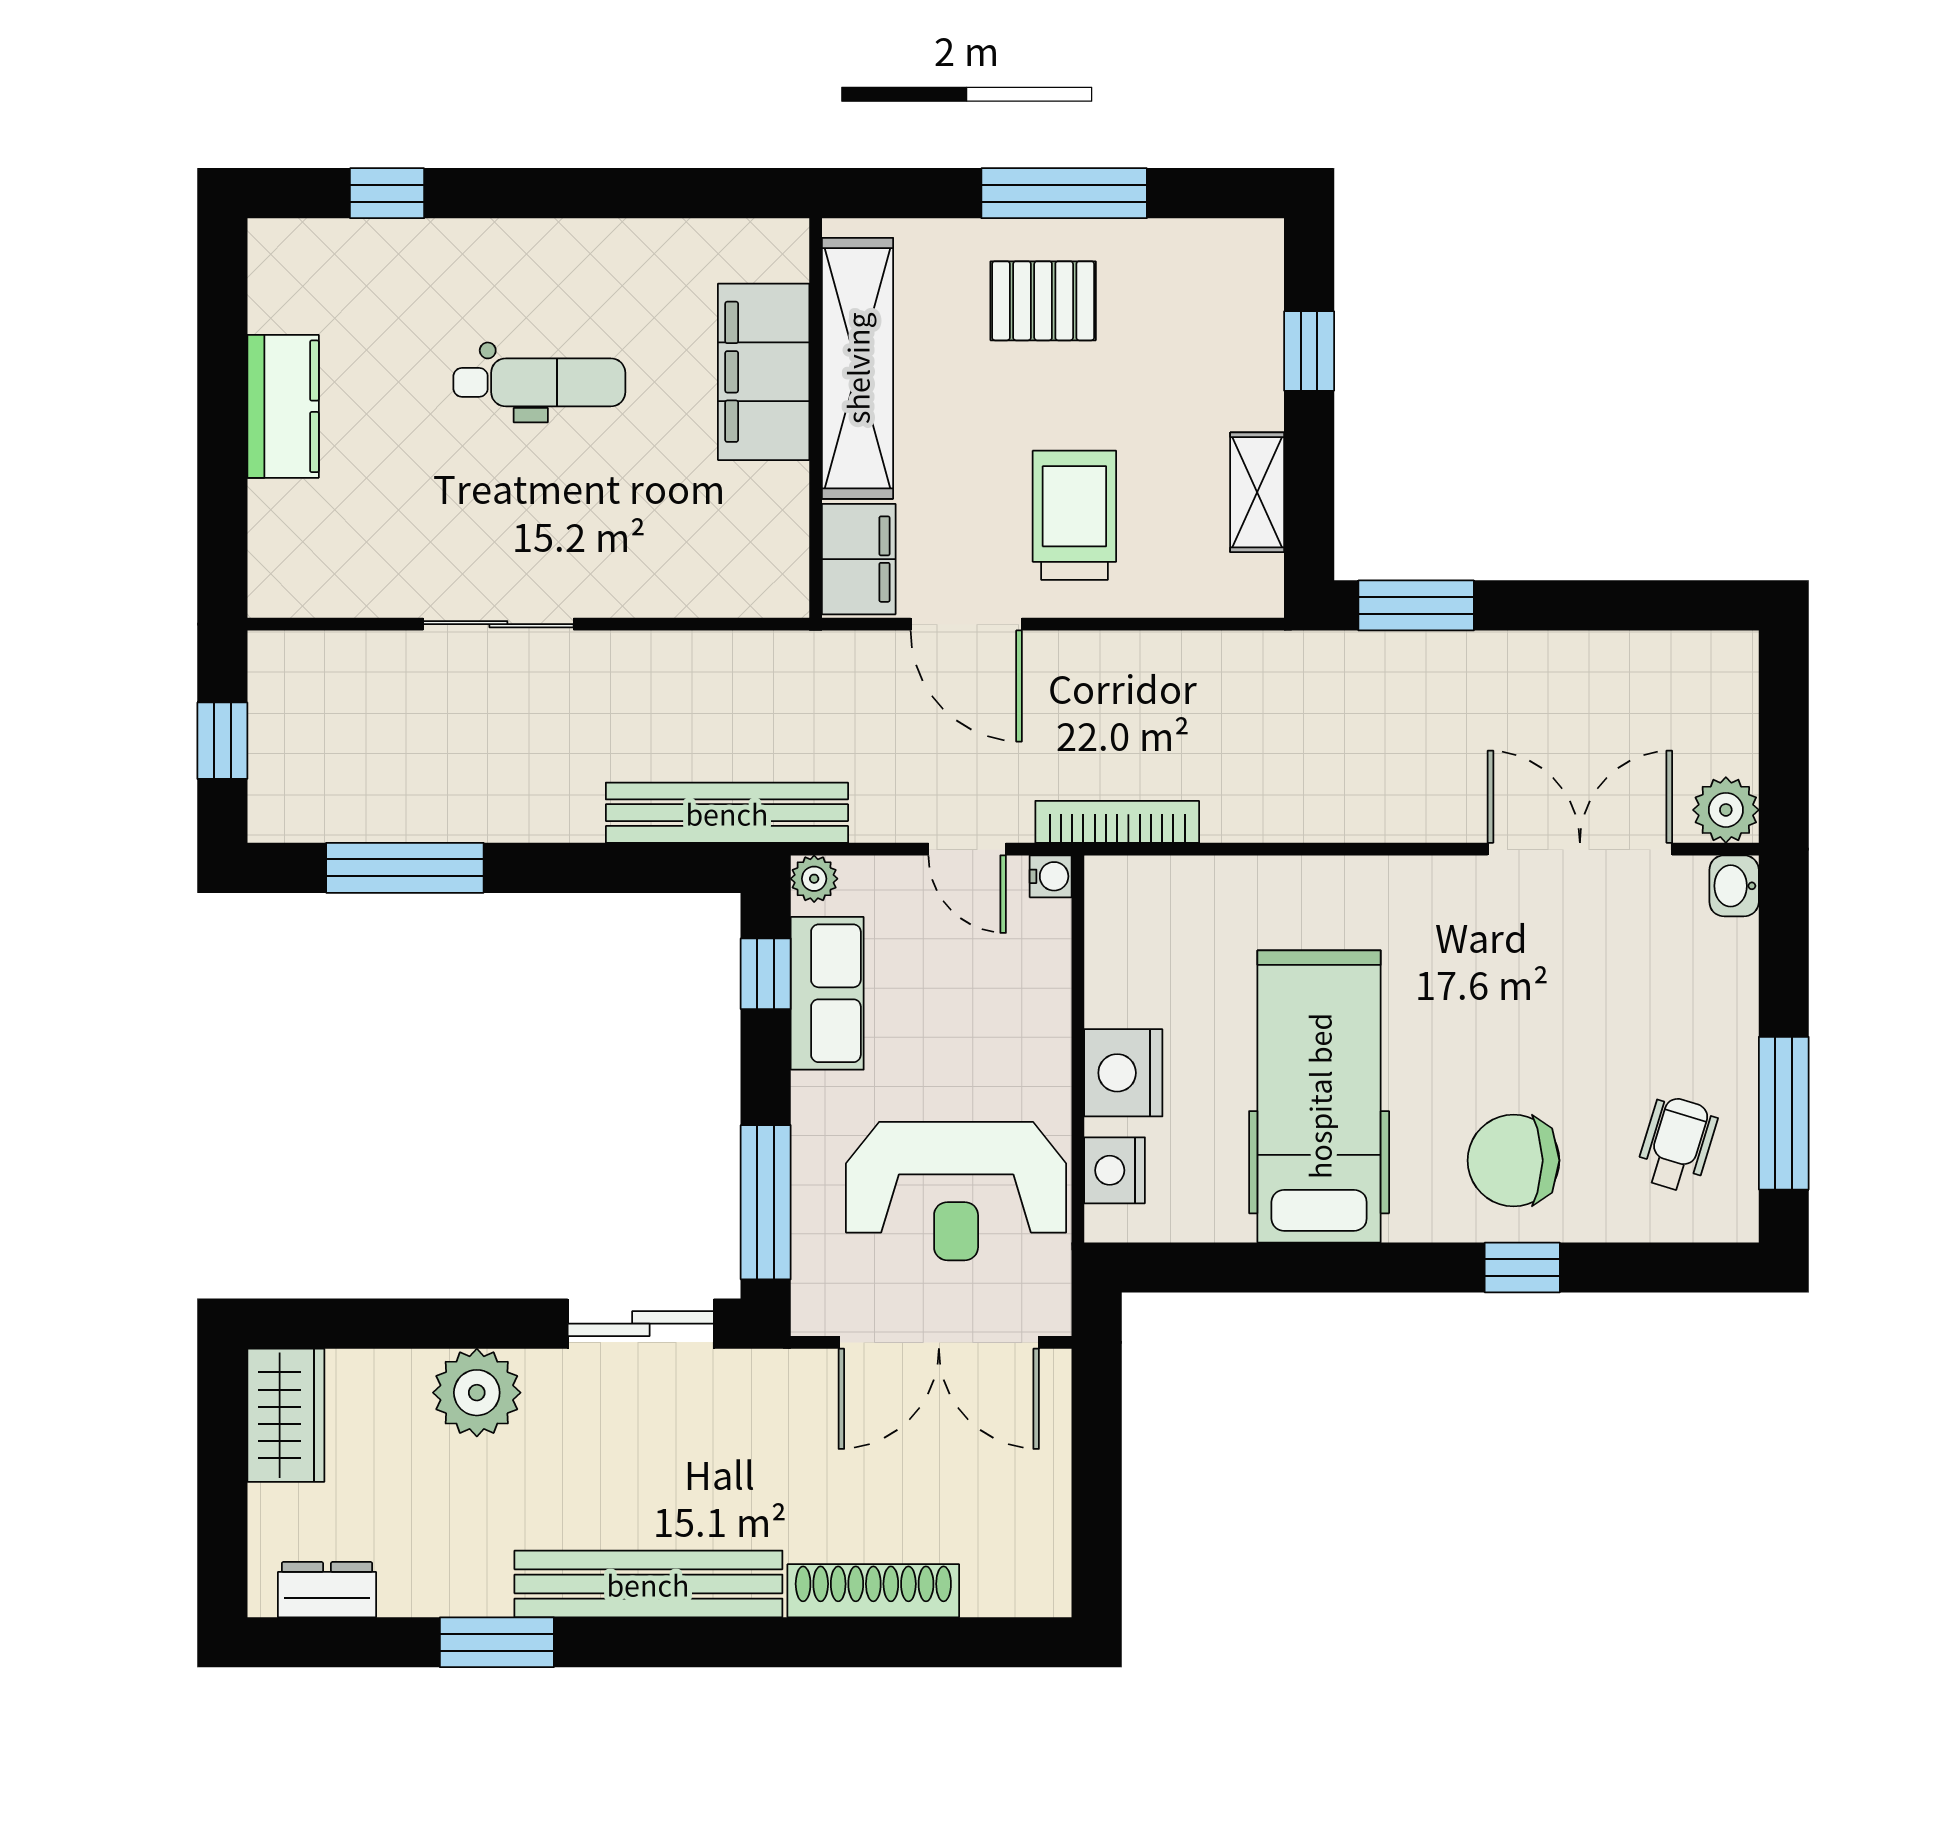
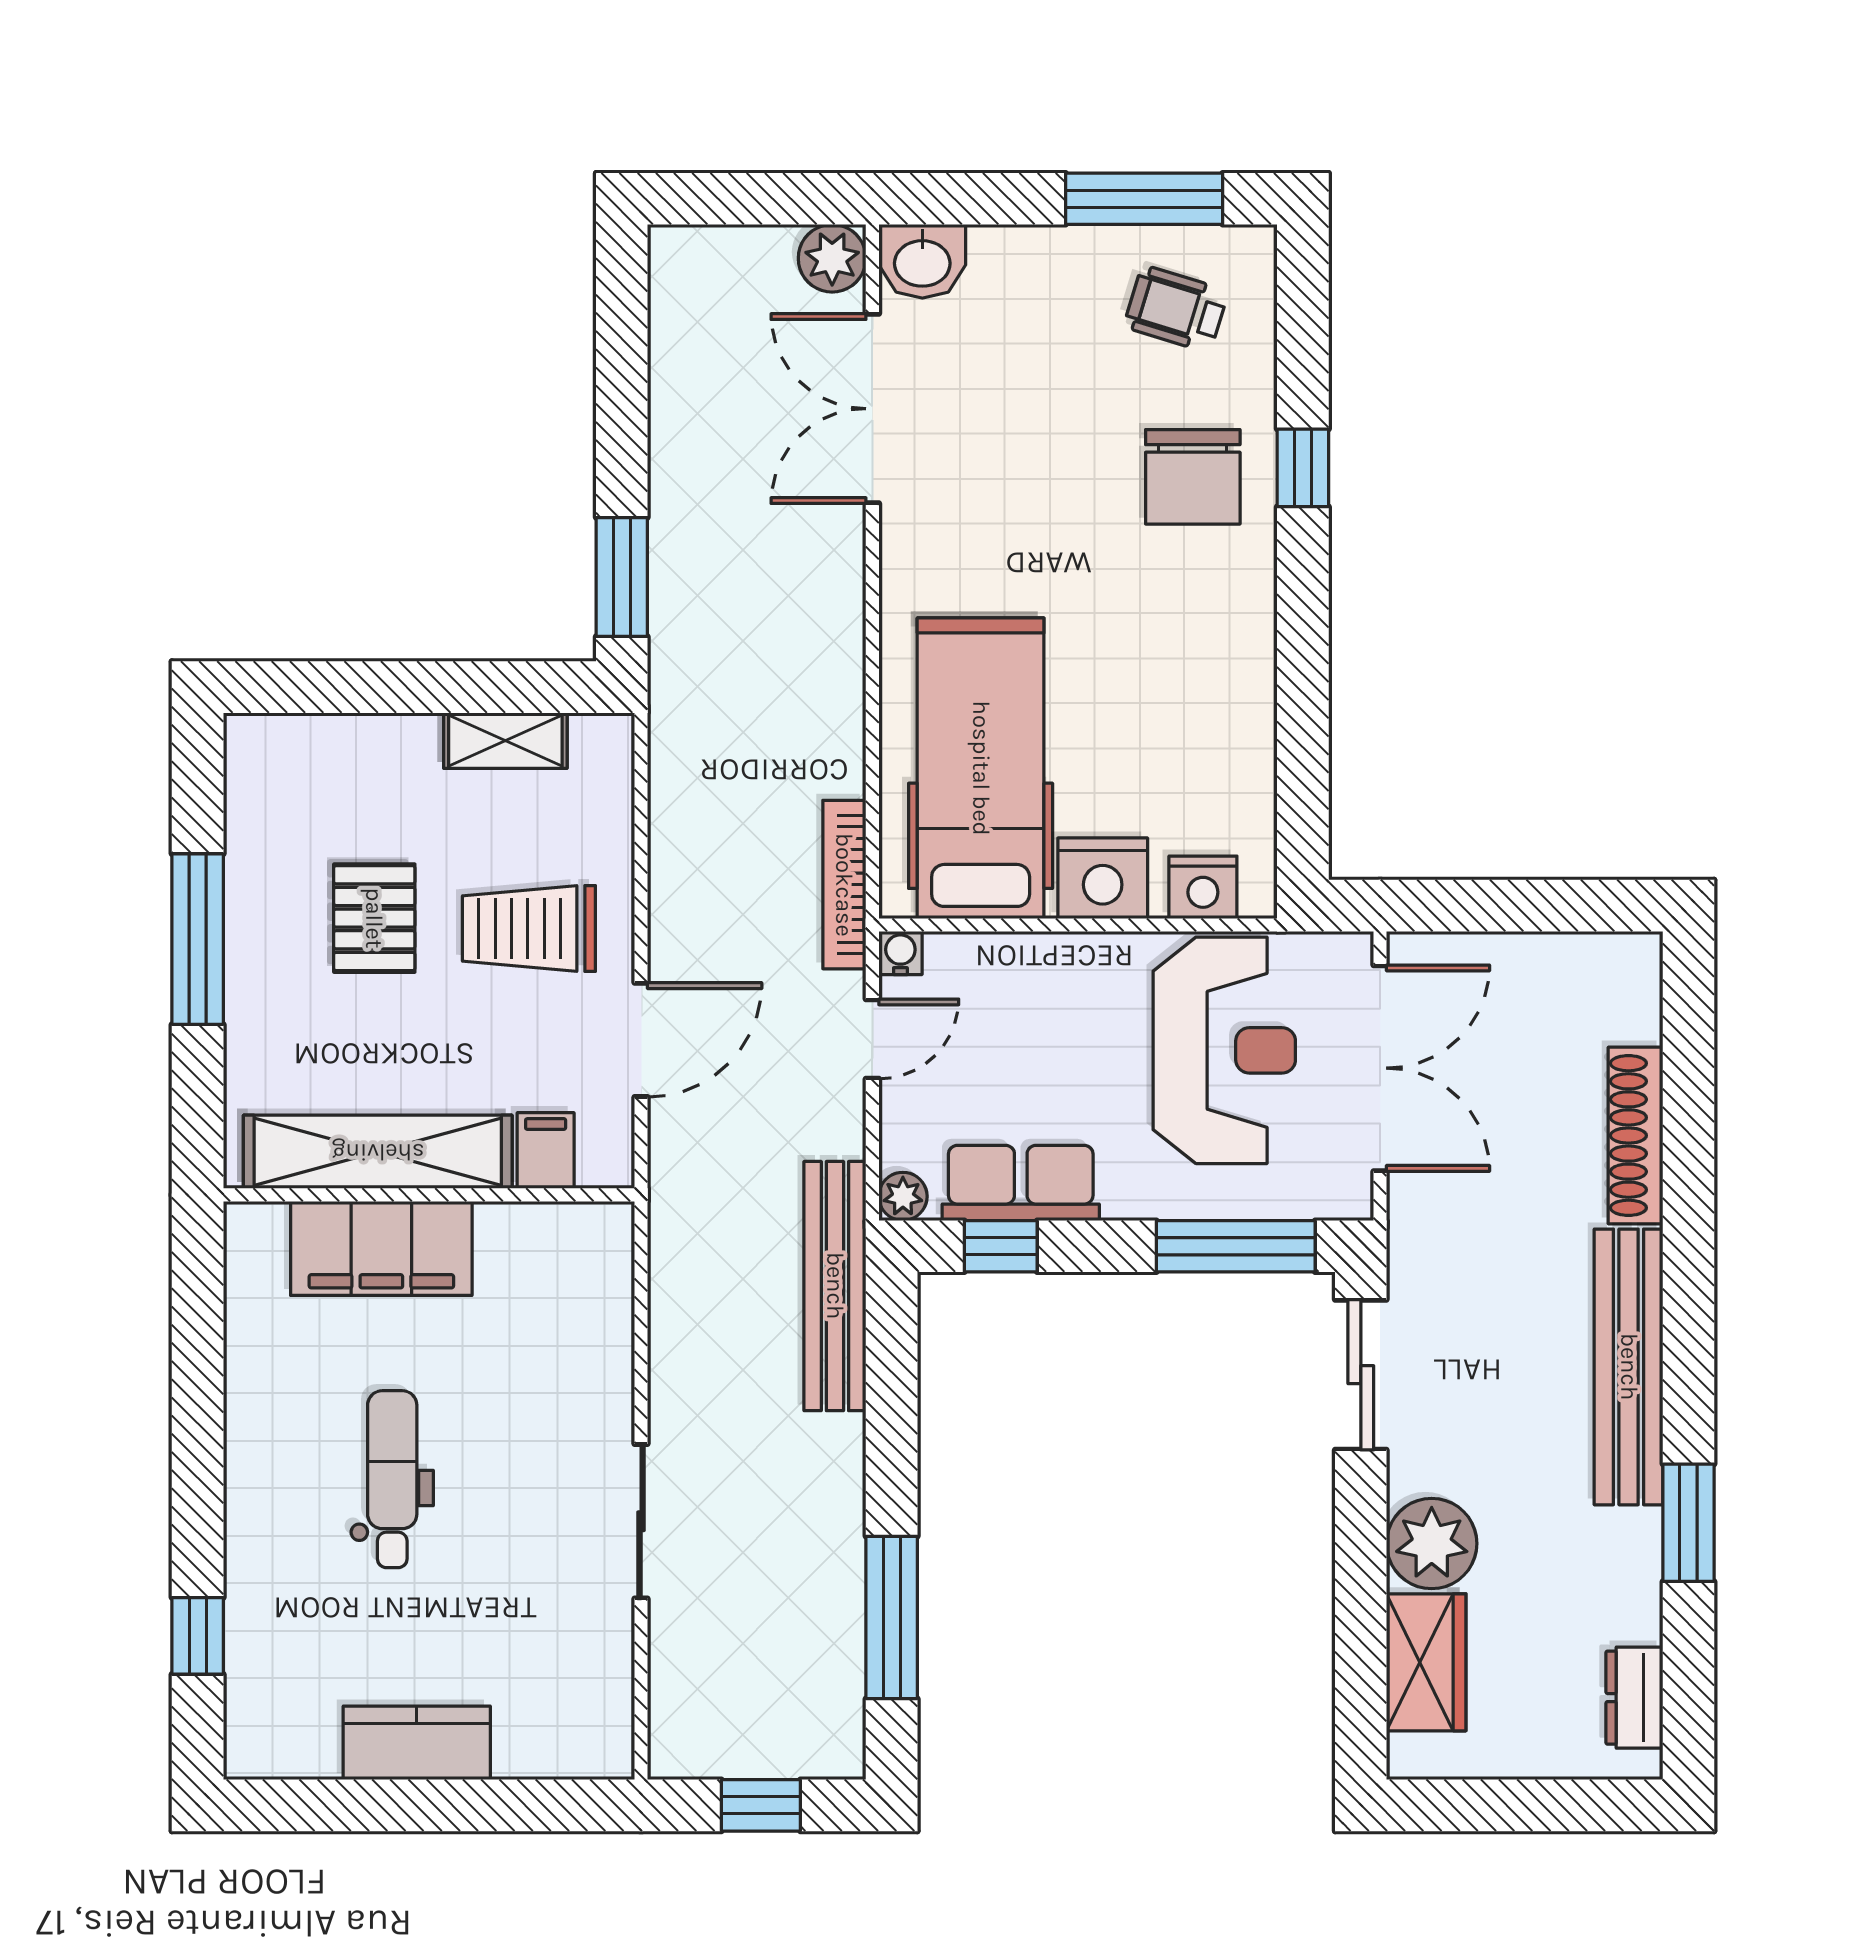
pallet: (1043, 301) -> (374, 918), moved
window: (1309, 351) -> (360, 687), removed
filing cabinet: (859, 559) -> (546, 1151), width x0.50
washbasin: (1734, 886) -> (922, 261), width x1.38, depth x1.45
hospital bed: (1319, 1096) -> (981, 768), moved, turned 90
wardrobe: (286, 1415) -> (1426, 1662), moved, turned 90

